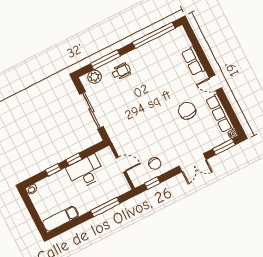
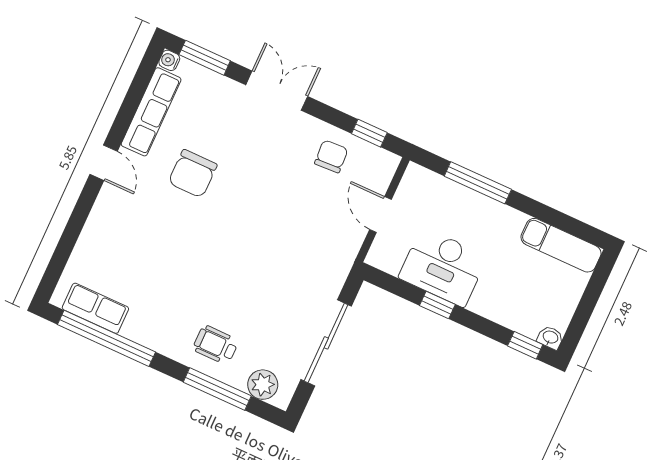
row of seats: (193, 61) -> (95, 308), moved, turned -90
window: (53, 170) -> (525, 345), moved

